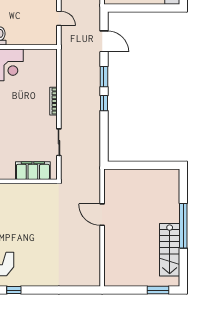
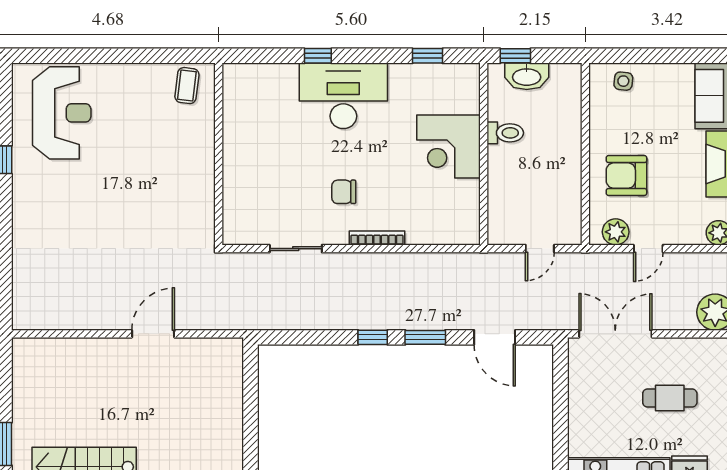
door: (104, 41) -> (495, 337), hinge flipped
chair: (30, 118) -> (344, 192), added
filing cabinet: (33, 171) -> (240, 197), removed

